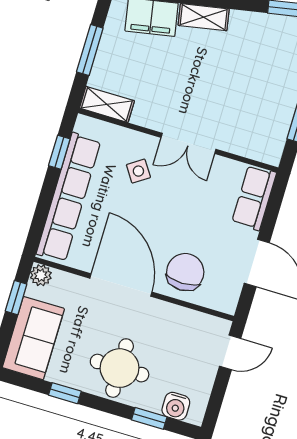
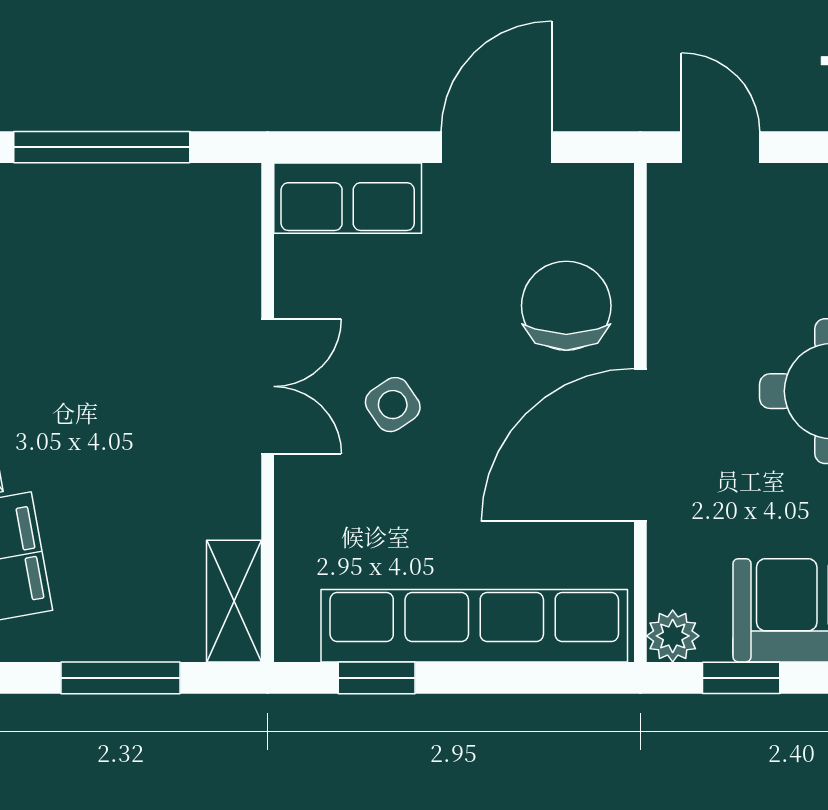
side table: (138, 171) -> (393, 405), moved
chair: (185, 272) -> (566, 306), turned 90

